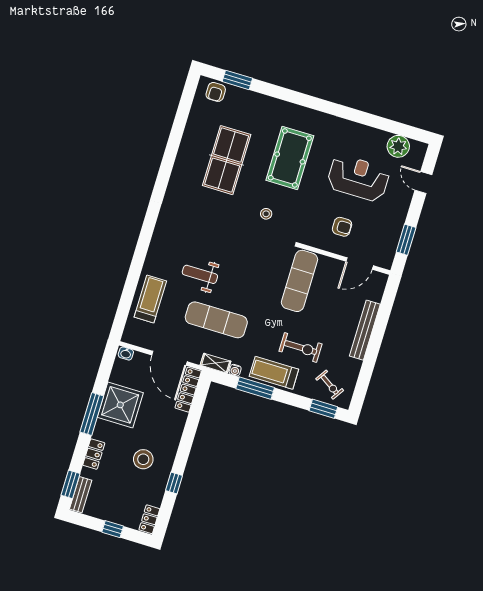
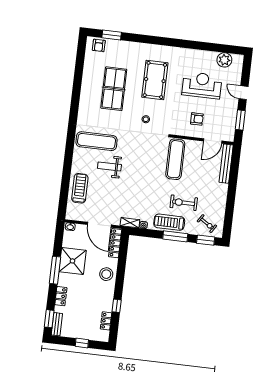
door: (423, 182) -> (244, 93), moved
exercise mat: (216, 320) -> (96, 141), moved
bench: (365, 330) -> (226, 164), moved
exercise bike: (300, 348) -> (184, 203), turned 180
window: (255, 388) -> (175, 236), moved
stool: (143, 459) -> (106, 274), moved
locker: (149, 519) -> (106, 321), moved

